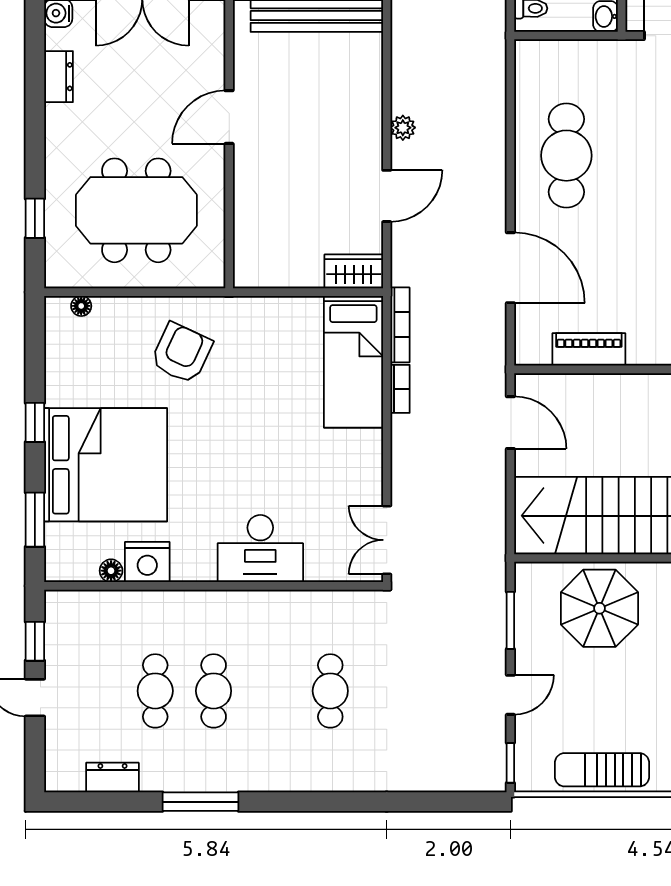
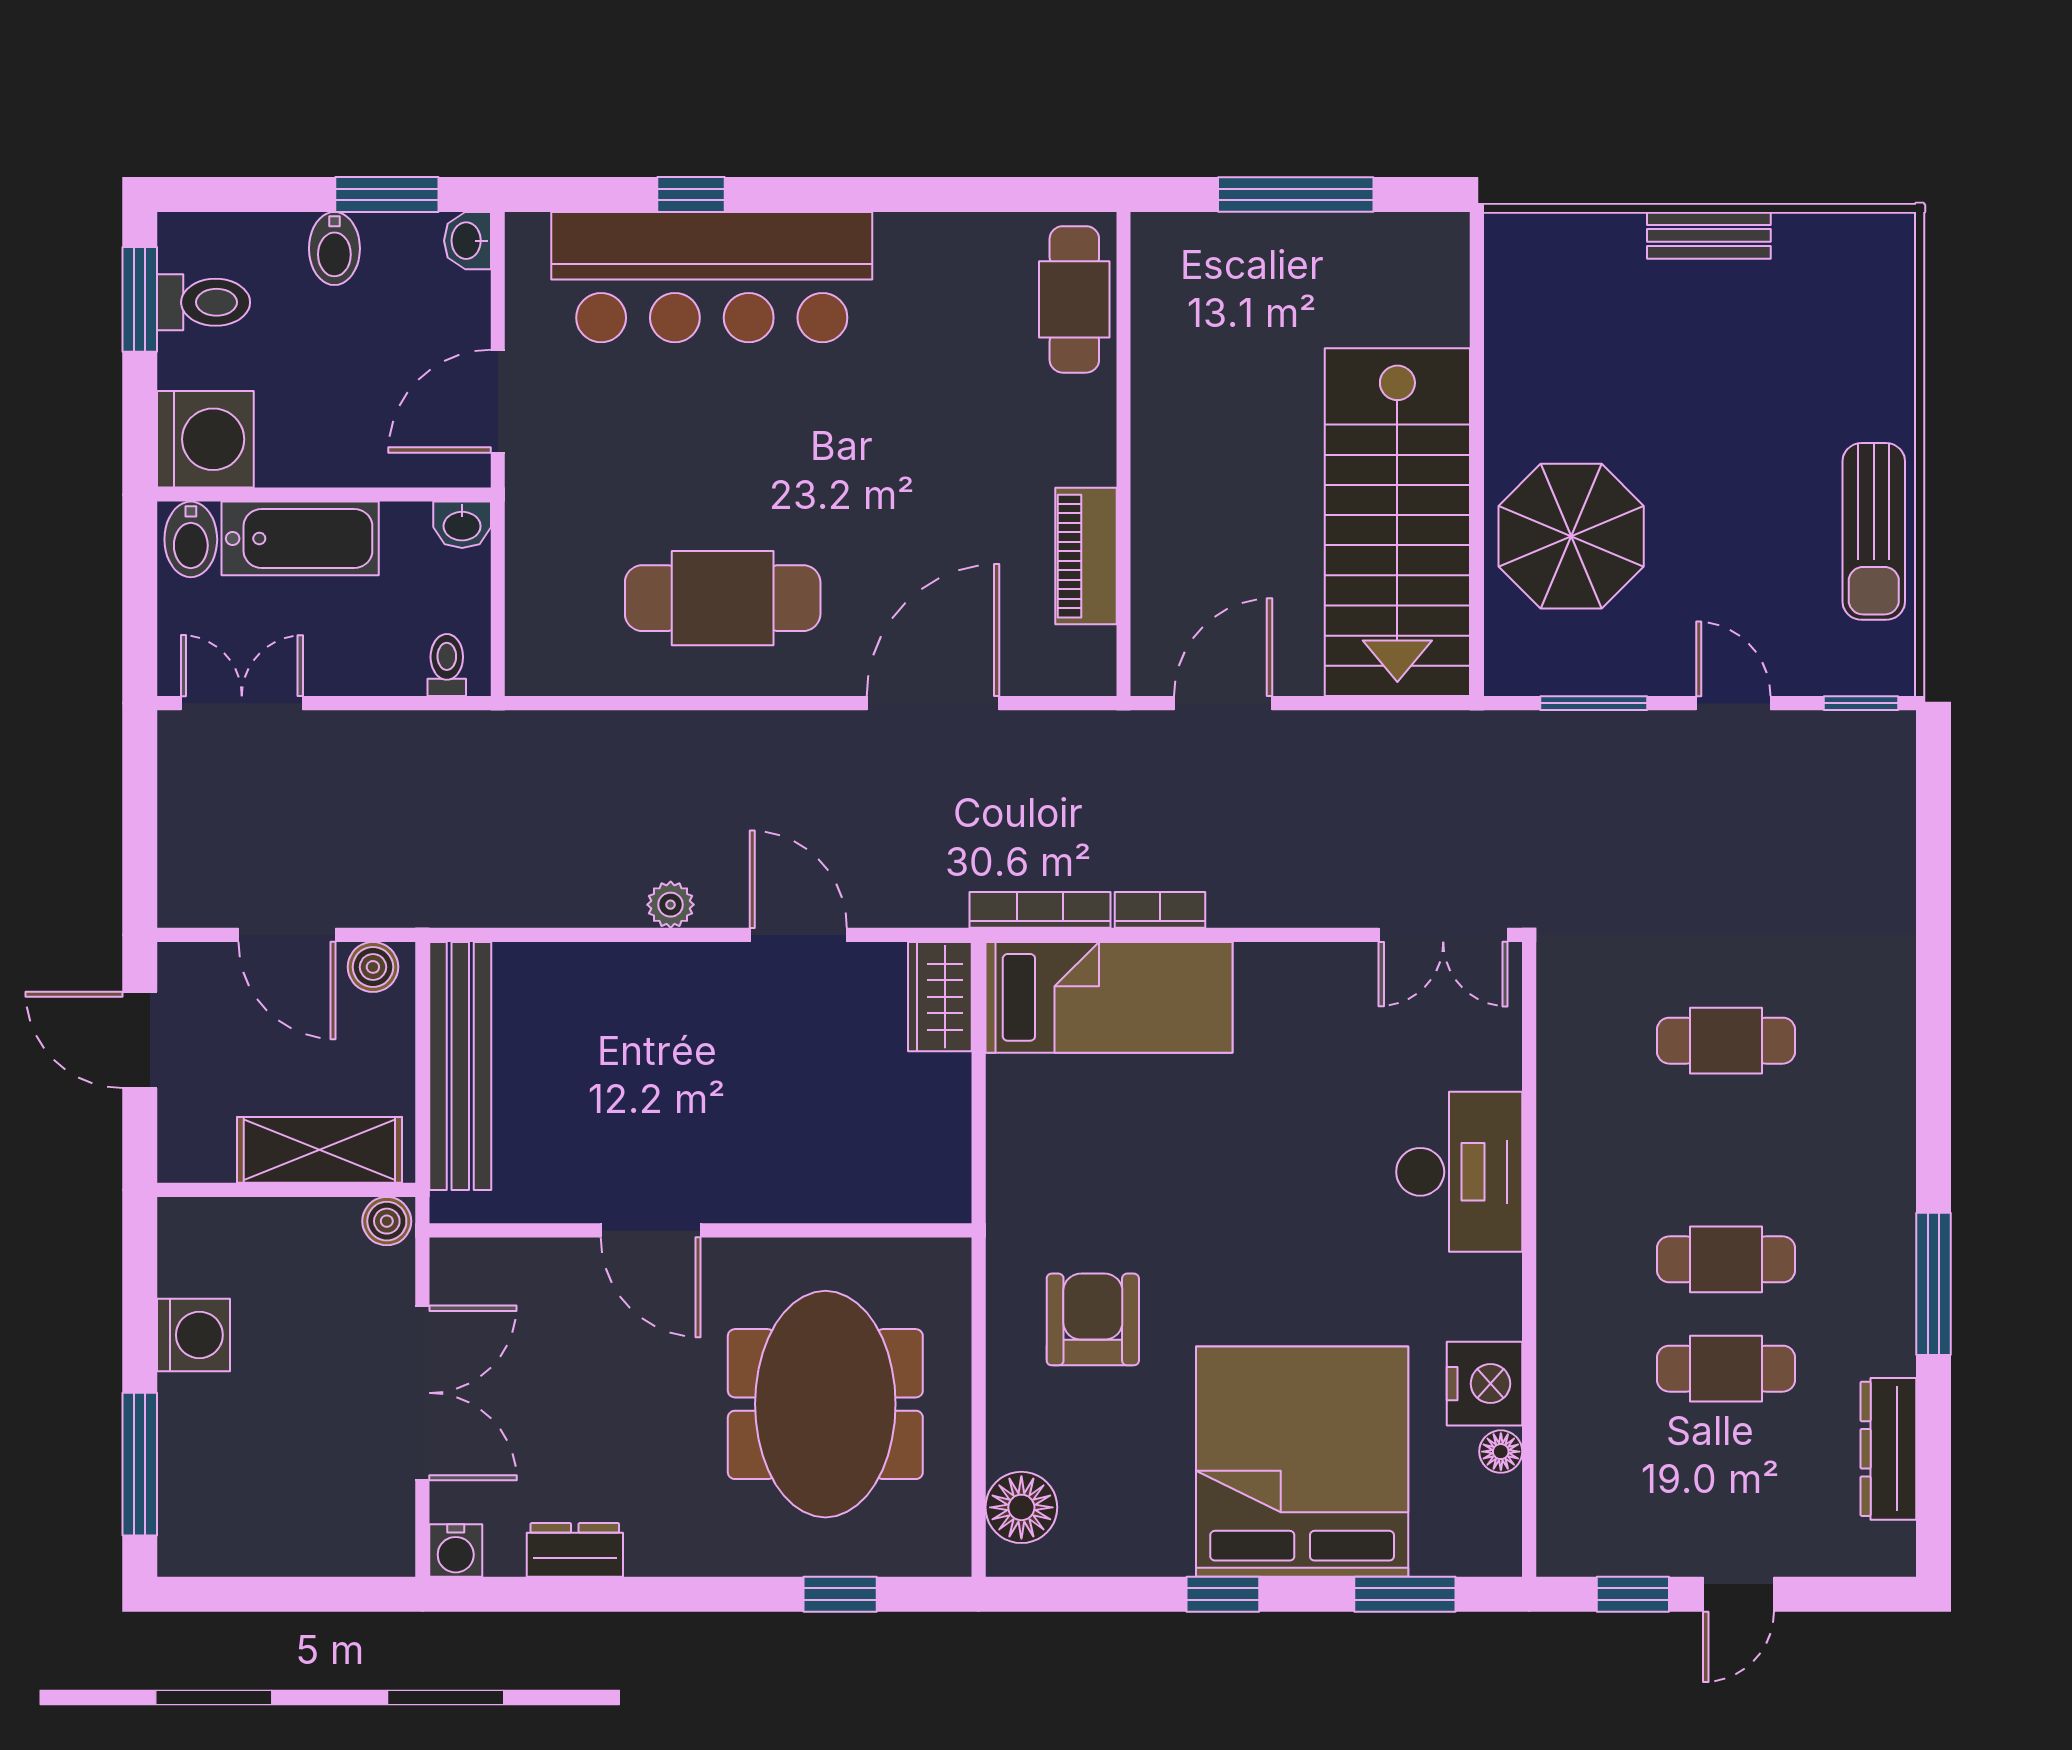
floor lamp: (81, 306) -> (1021, 1507), width x1.89, depth x1.89
armchair: (181, 353) -> (1093, 1319), turned 65
dresser: (112, 778) -> (1888, 1449), width x1.44

